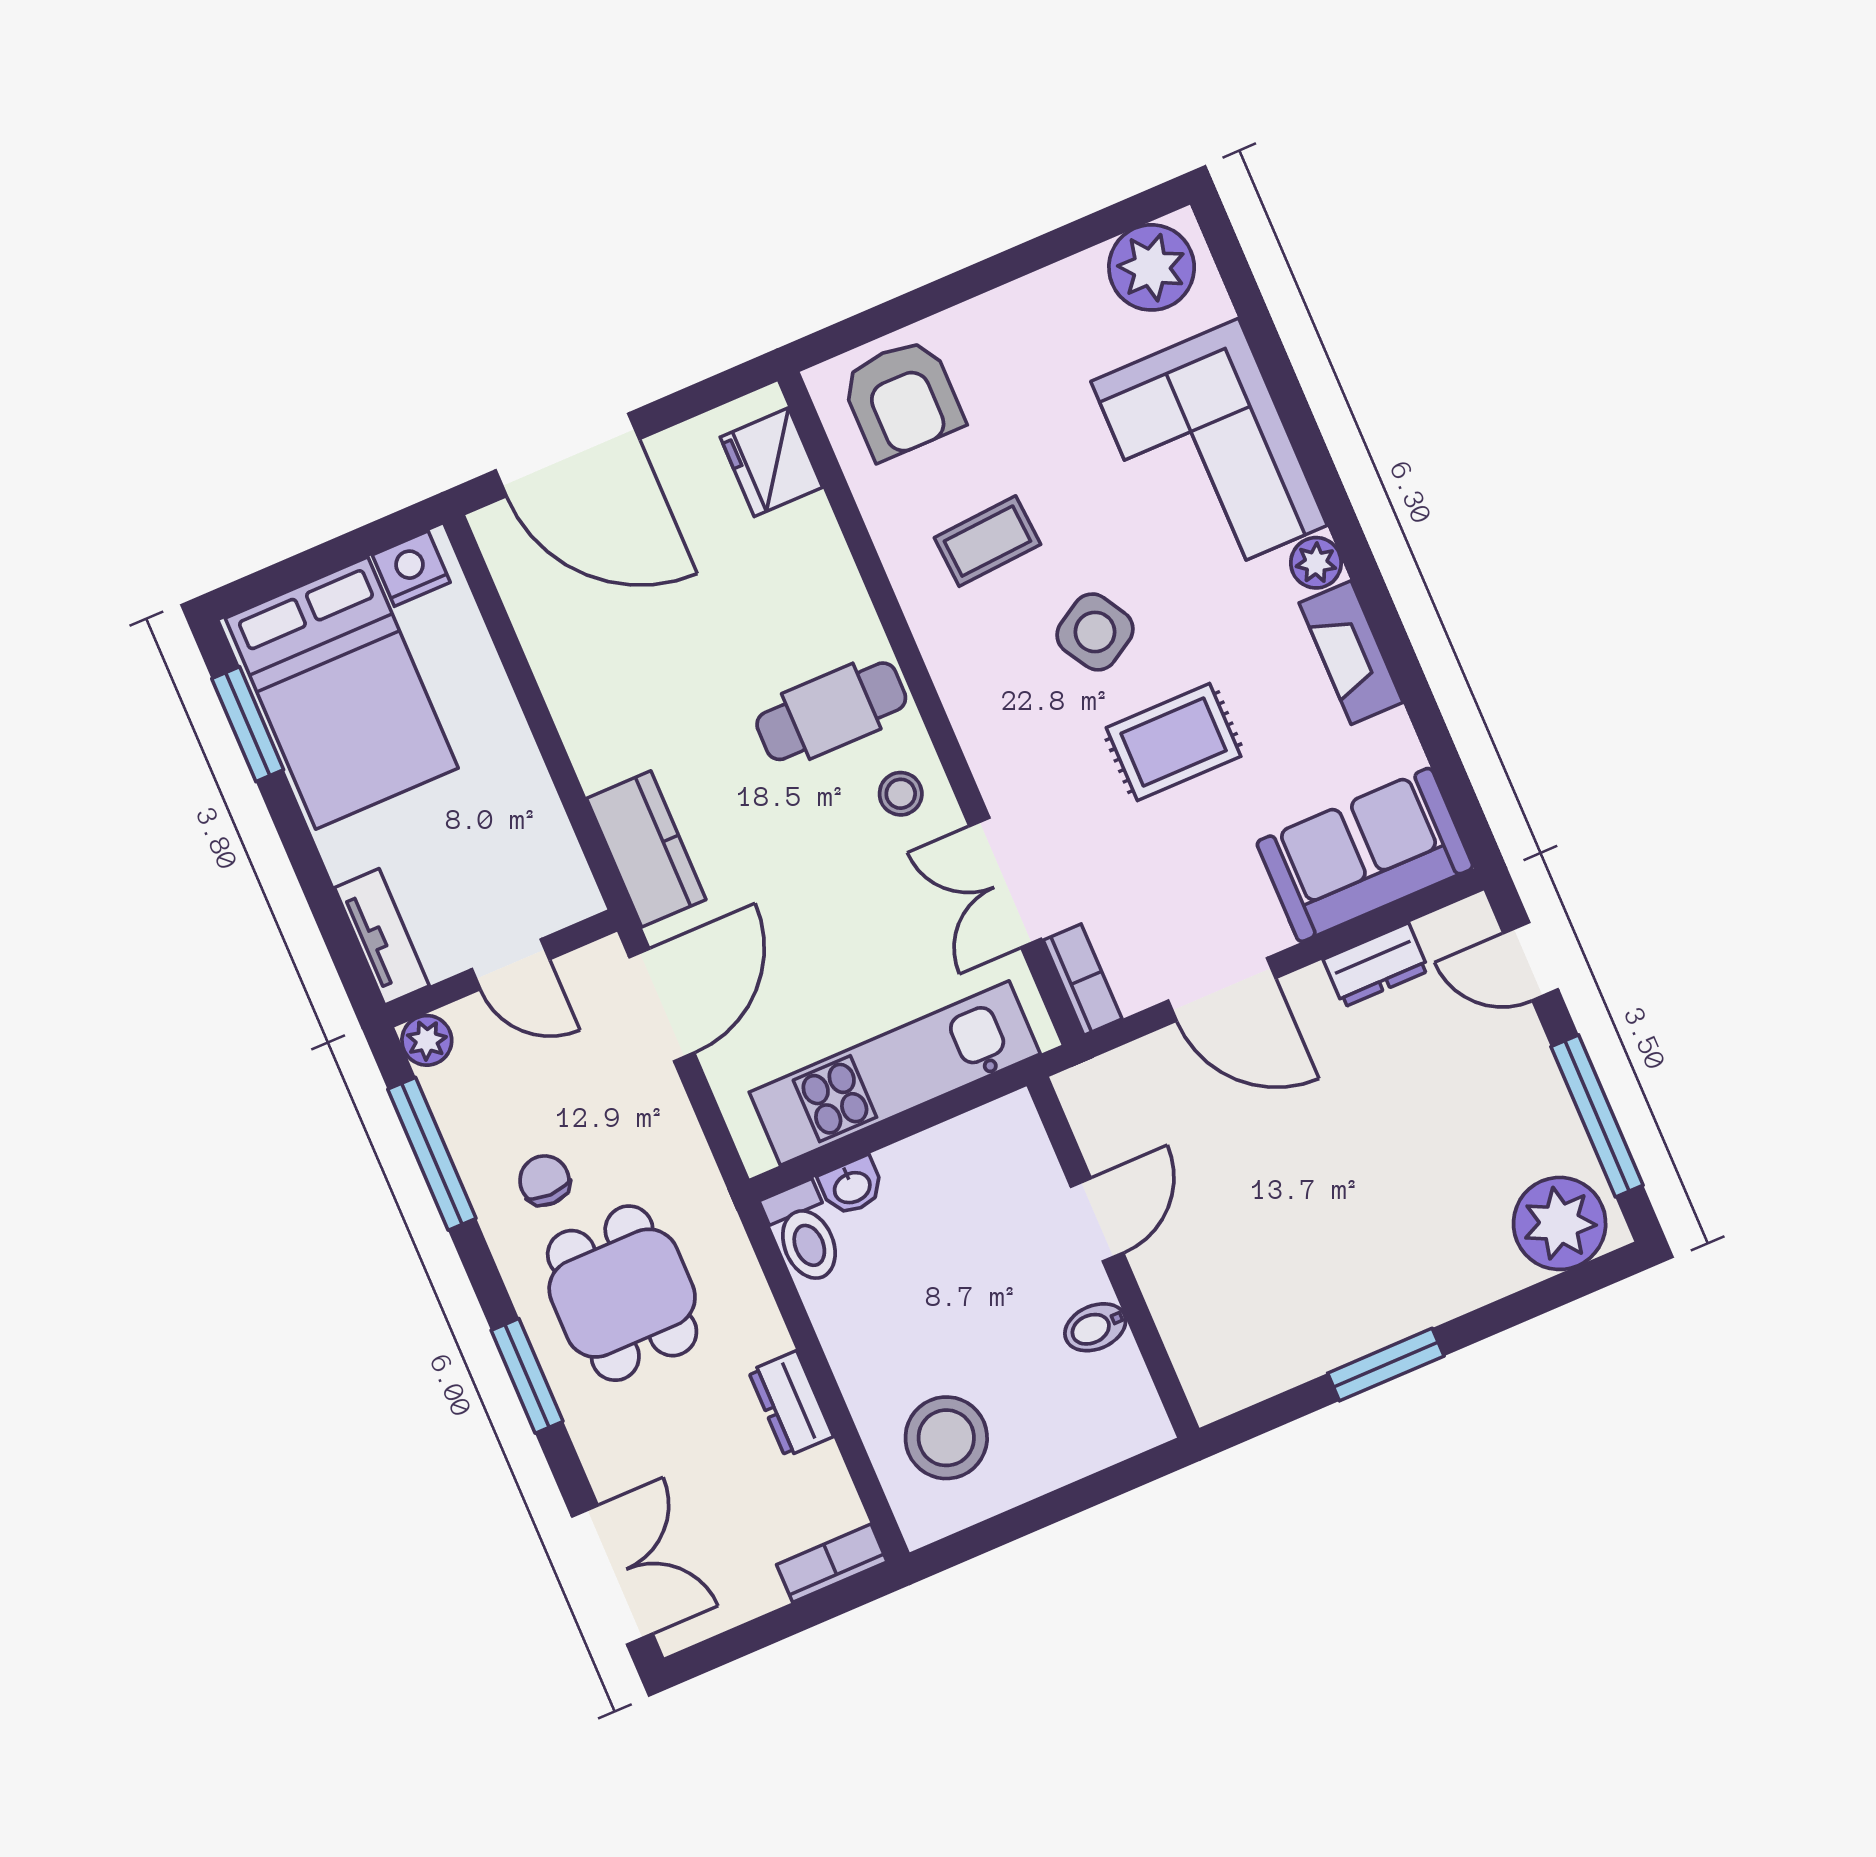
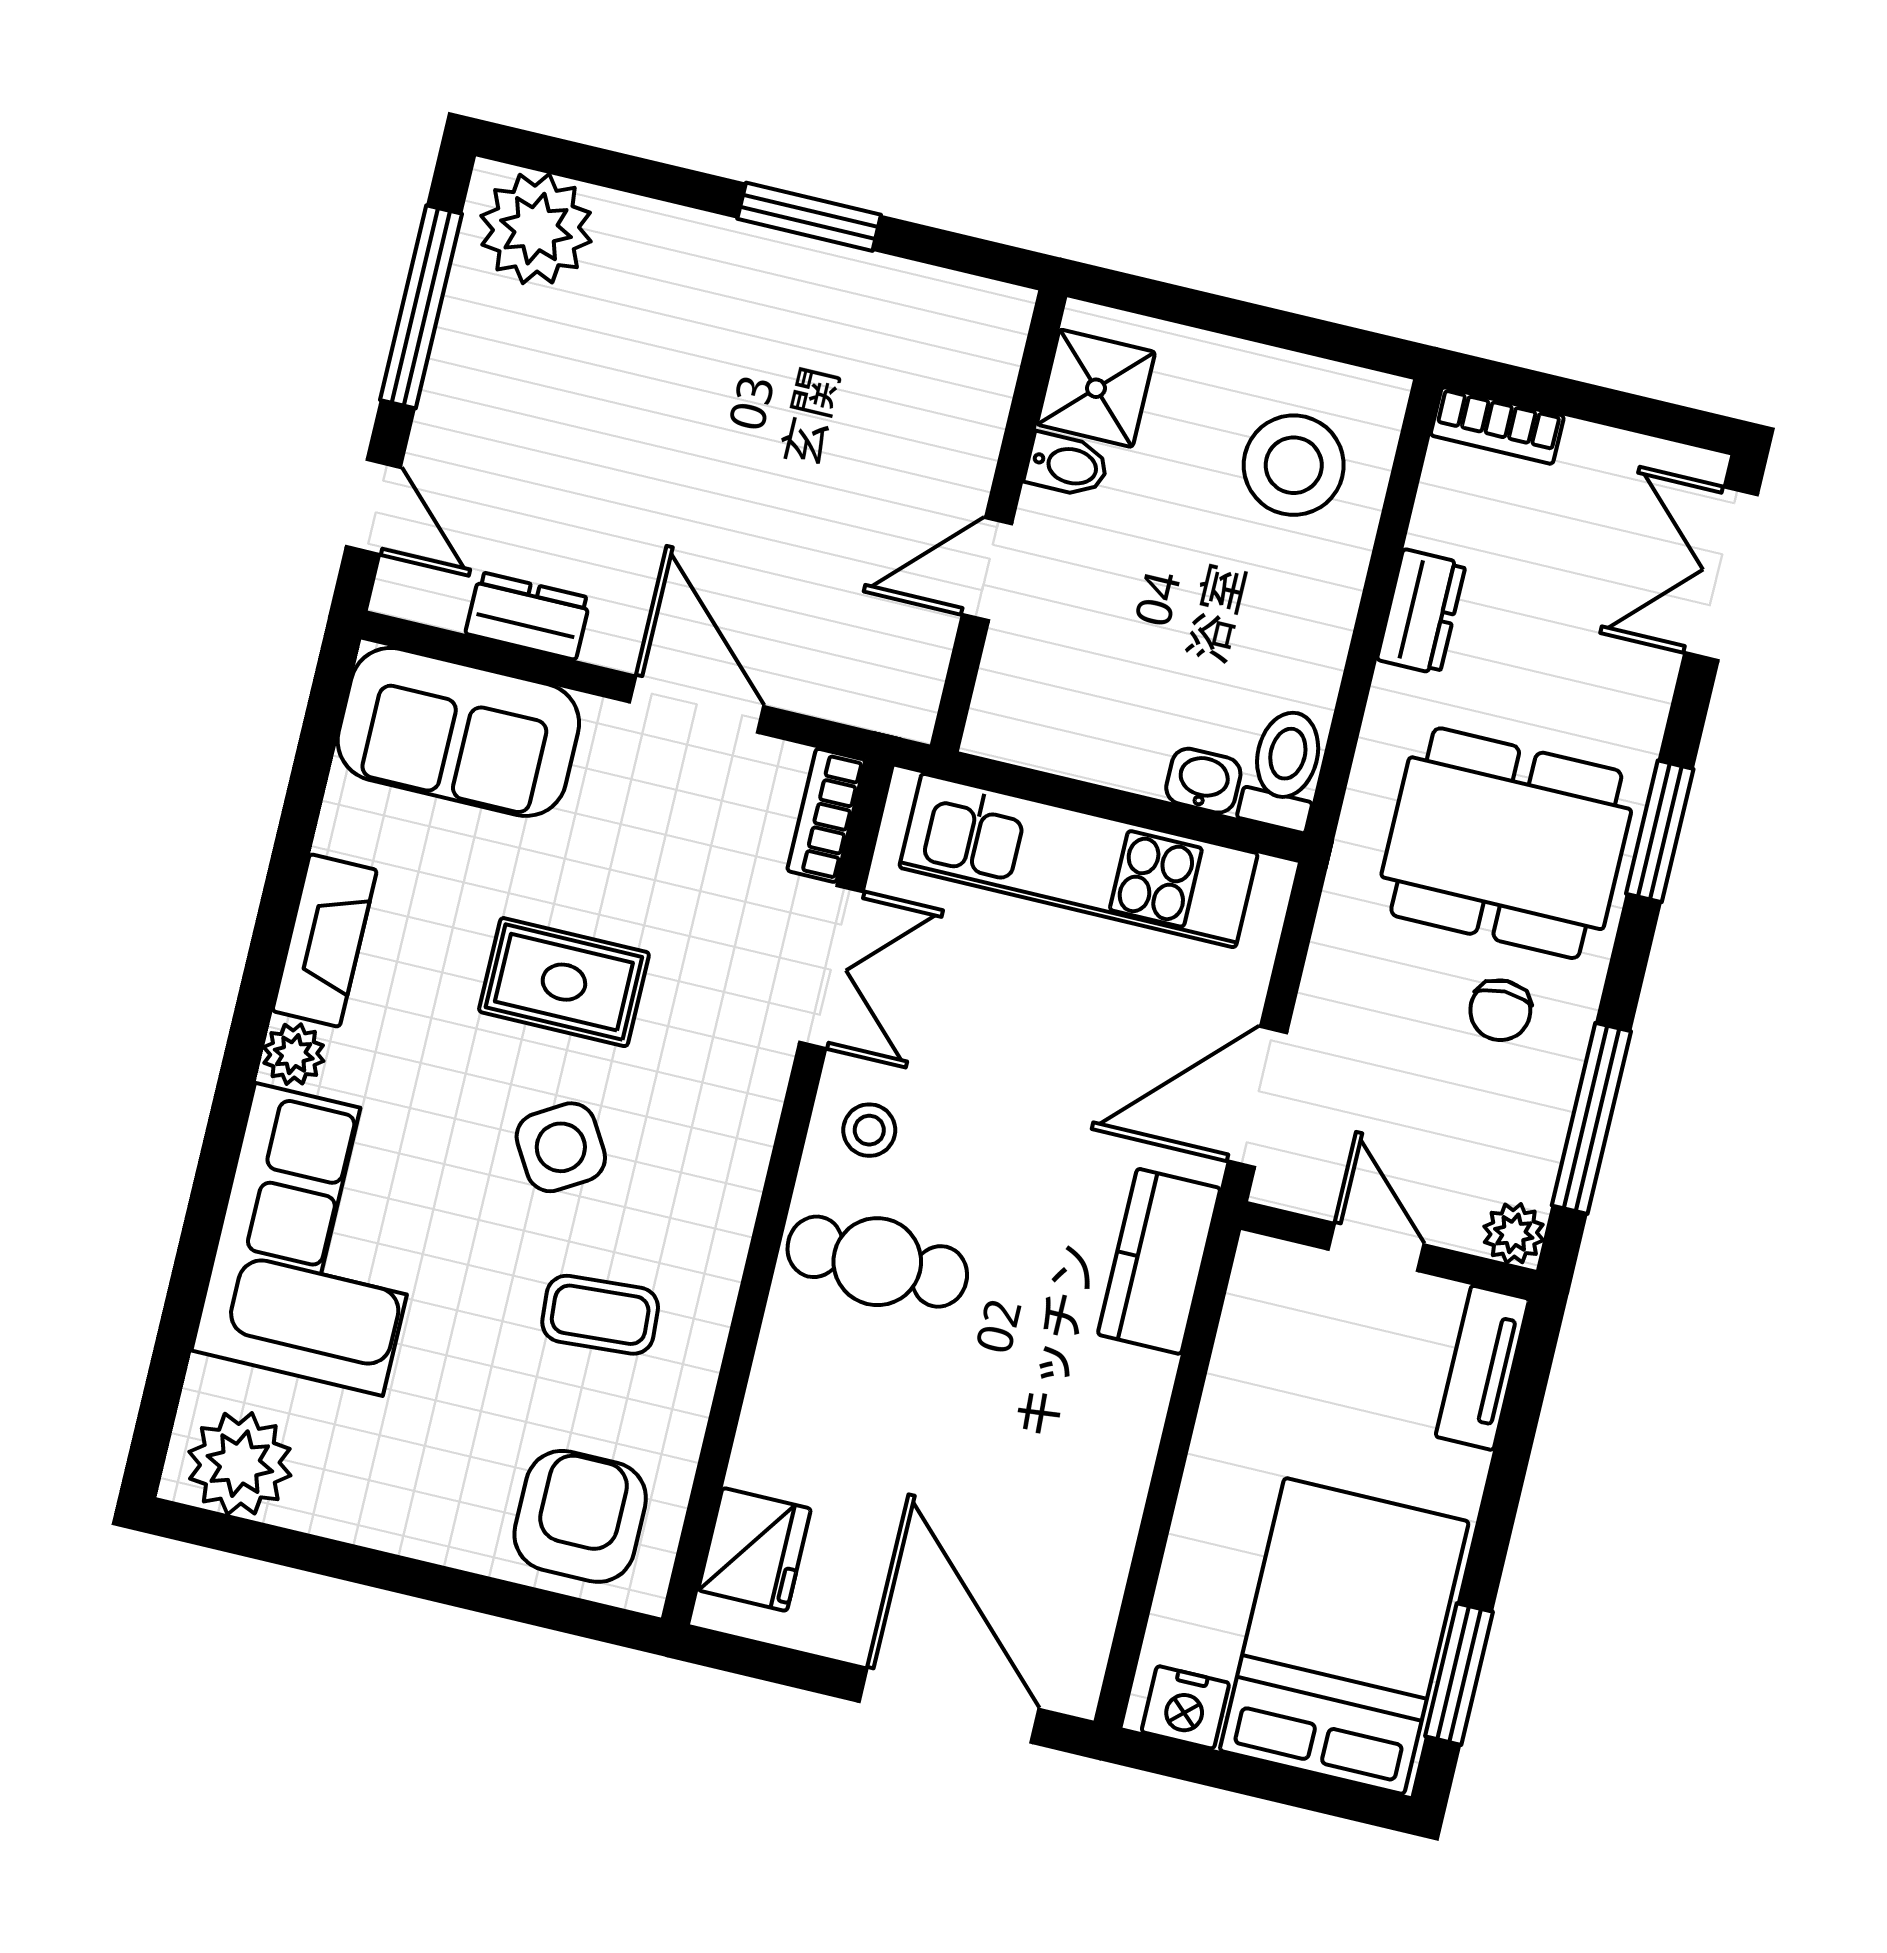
dining table: (622, 1293) -> (1506, 843), width x1.38
shower: (1114, 1392) -> (1096, 388), added

